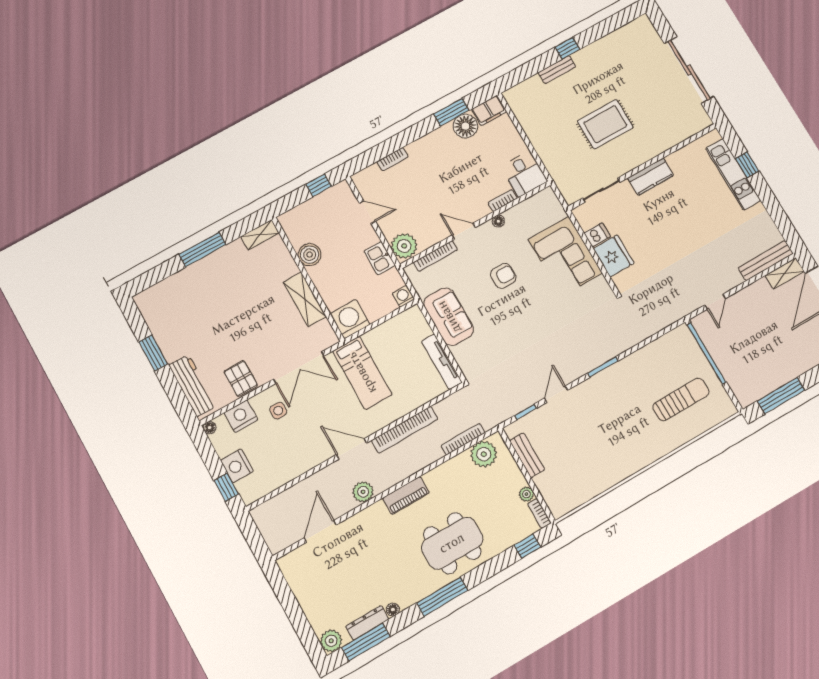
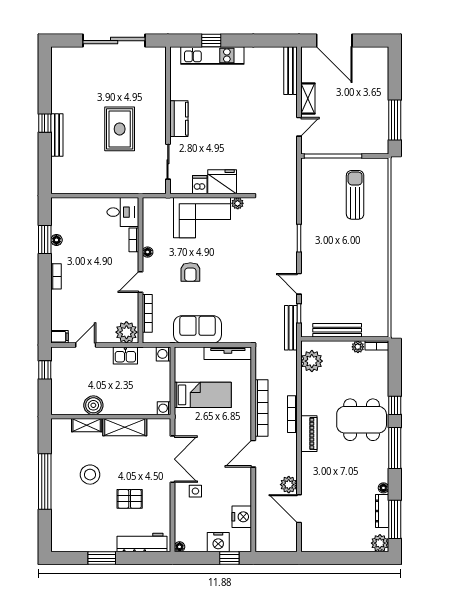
bench: (557, 70) -> (57, 135), width x1.36
filing cabinet: (489, 110) -> (60, 337), moved, width x0.50
floor lamp: (465, 126) -> (56, 240), width x0.53, depth x0.53
bookcase: (393, 159) -> (56, 276), moved
shelving: (260, 235) -> (87, 425), moved, turned 90
window: (202, 250) -> (45, 482), width x1.46
shelving: (785, 273) -> (308, 99), moved
armchair: (503, 276) -> (190, 272), turned 180
plant: (601, 284) -> (238, 203), added
stool: (235, 292) -> (90, 475), added
door: (715, 302) -> (299, 127), hinge flipped
washing machine: (350, 319) -> (164, 408), width x0.53, depth x0.53
bed: (362, 373) -> (203, 395), moved
pallet: (241, 378) -> (130, 499), moved
bench: (506, 412) -> (291, 328), added
nightstand: (241, 416) -> (242, 517), moved, turned 180
bookcase: (463, 439) -> (292, 414), moved
bench: (527, 455) -> (337, 330), width x1.36
plant: (363, 492) -> (289, 485), moved
dining table: (452, 543) -> (362, 420), turned 90
window: (527, 546) -> (395, 405), moved

